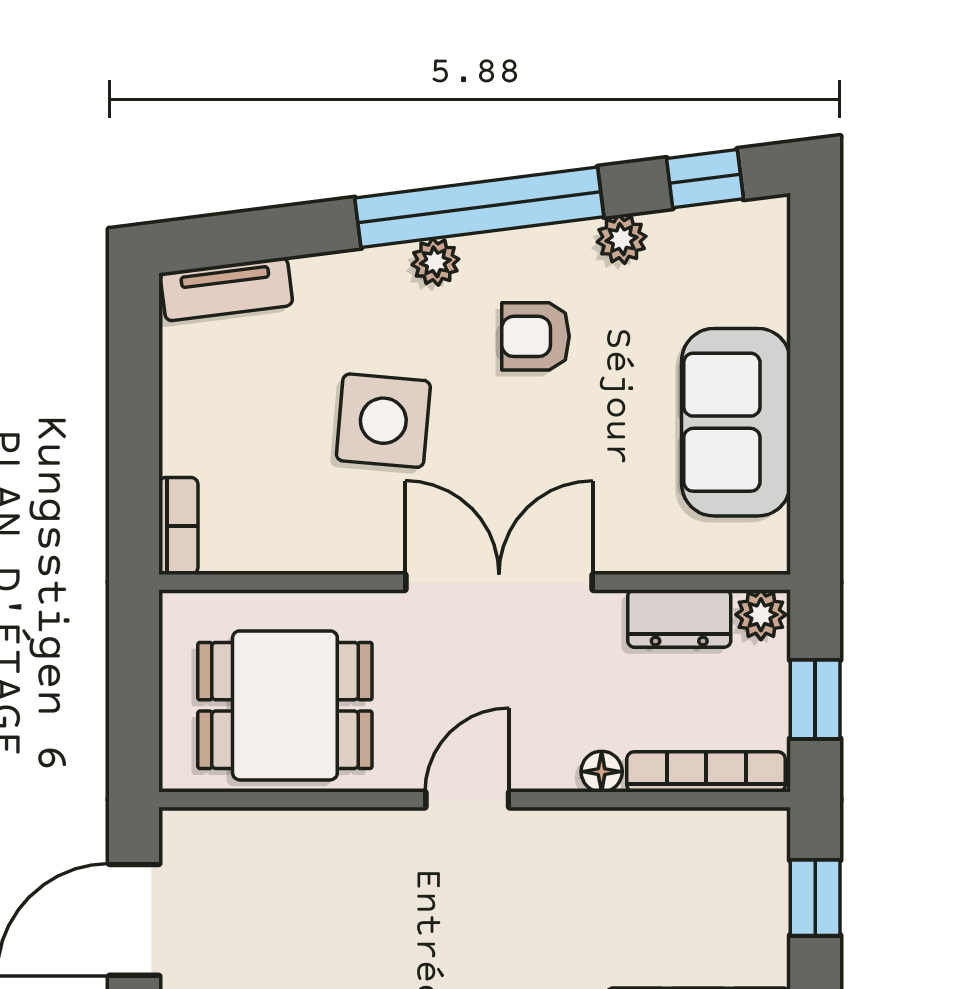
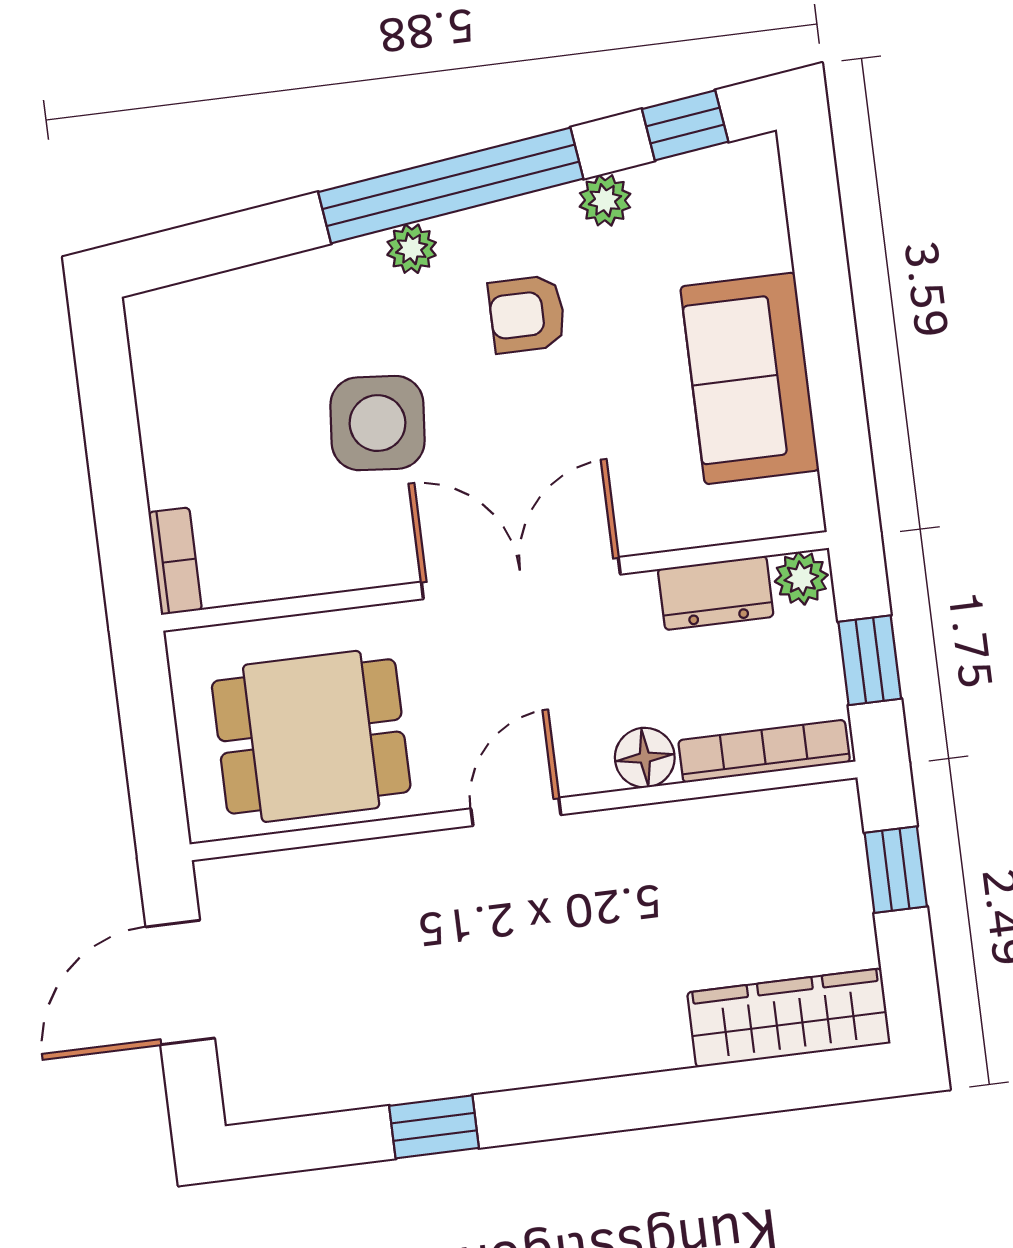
tv unit: (226, 289) -> (195, 305), removed
floor lamp: (602, 772) -> (645, 758), width x1.37, depth x1.37

